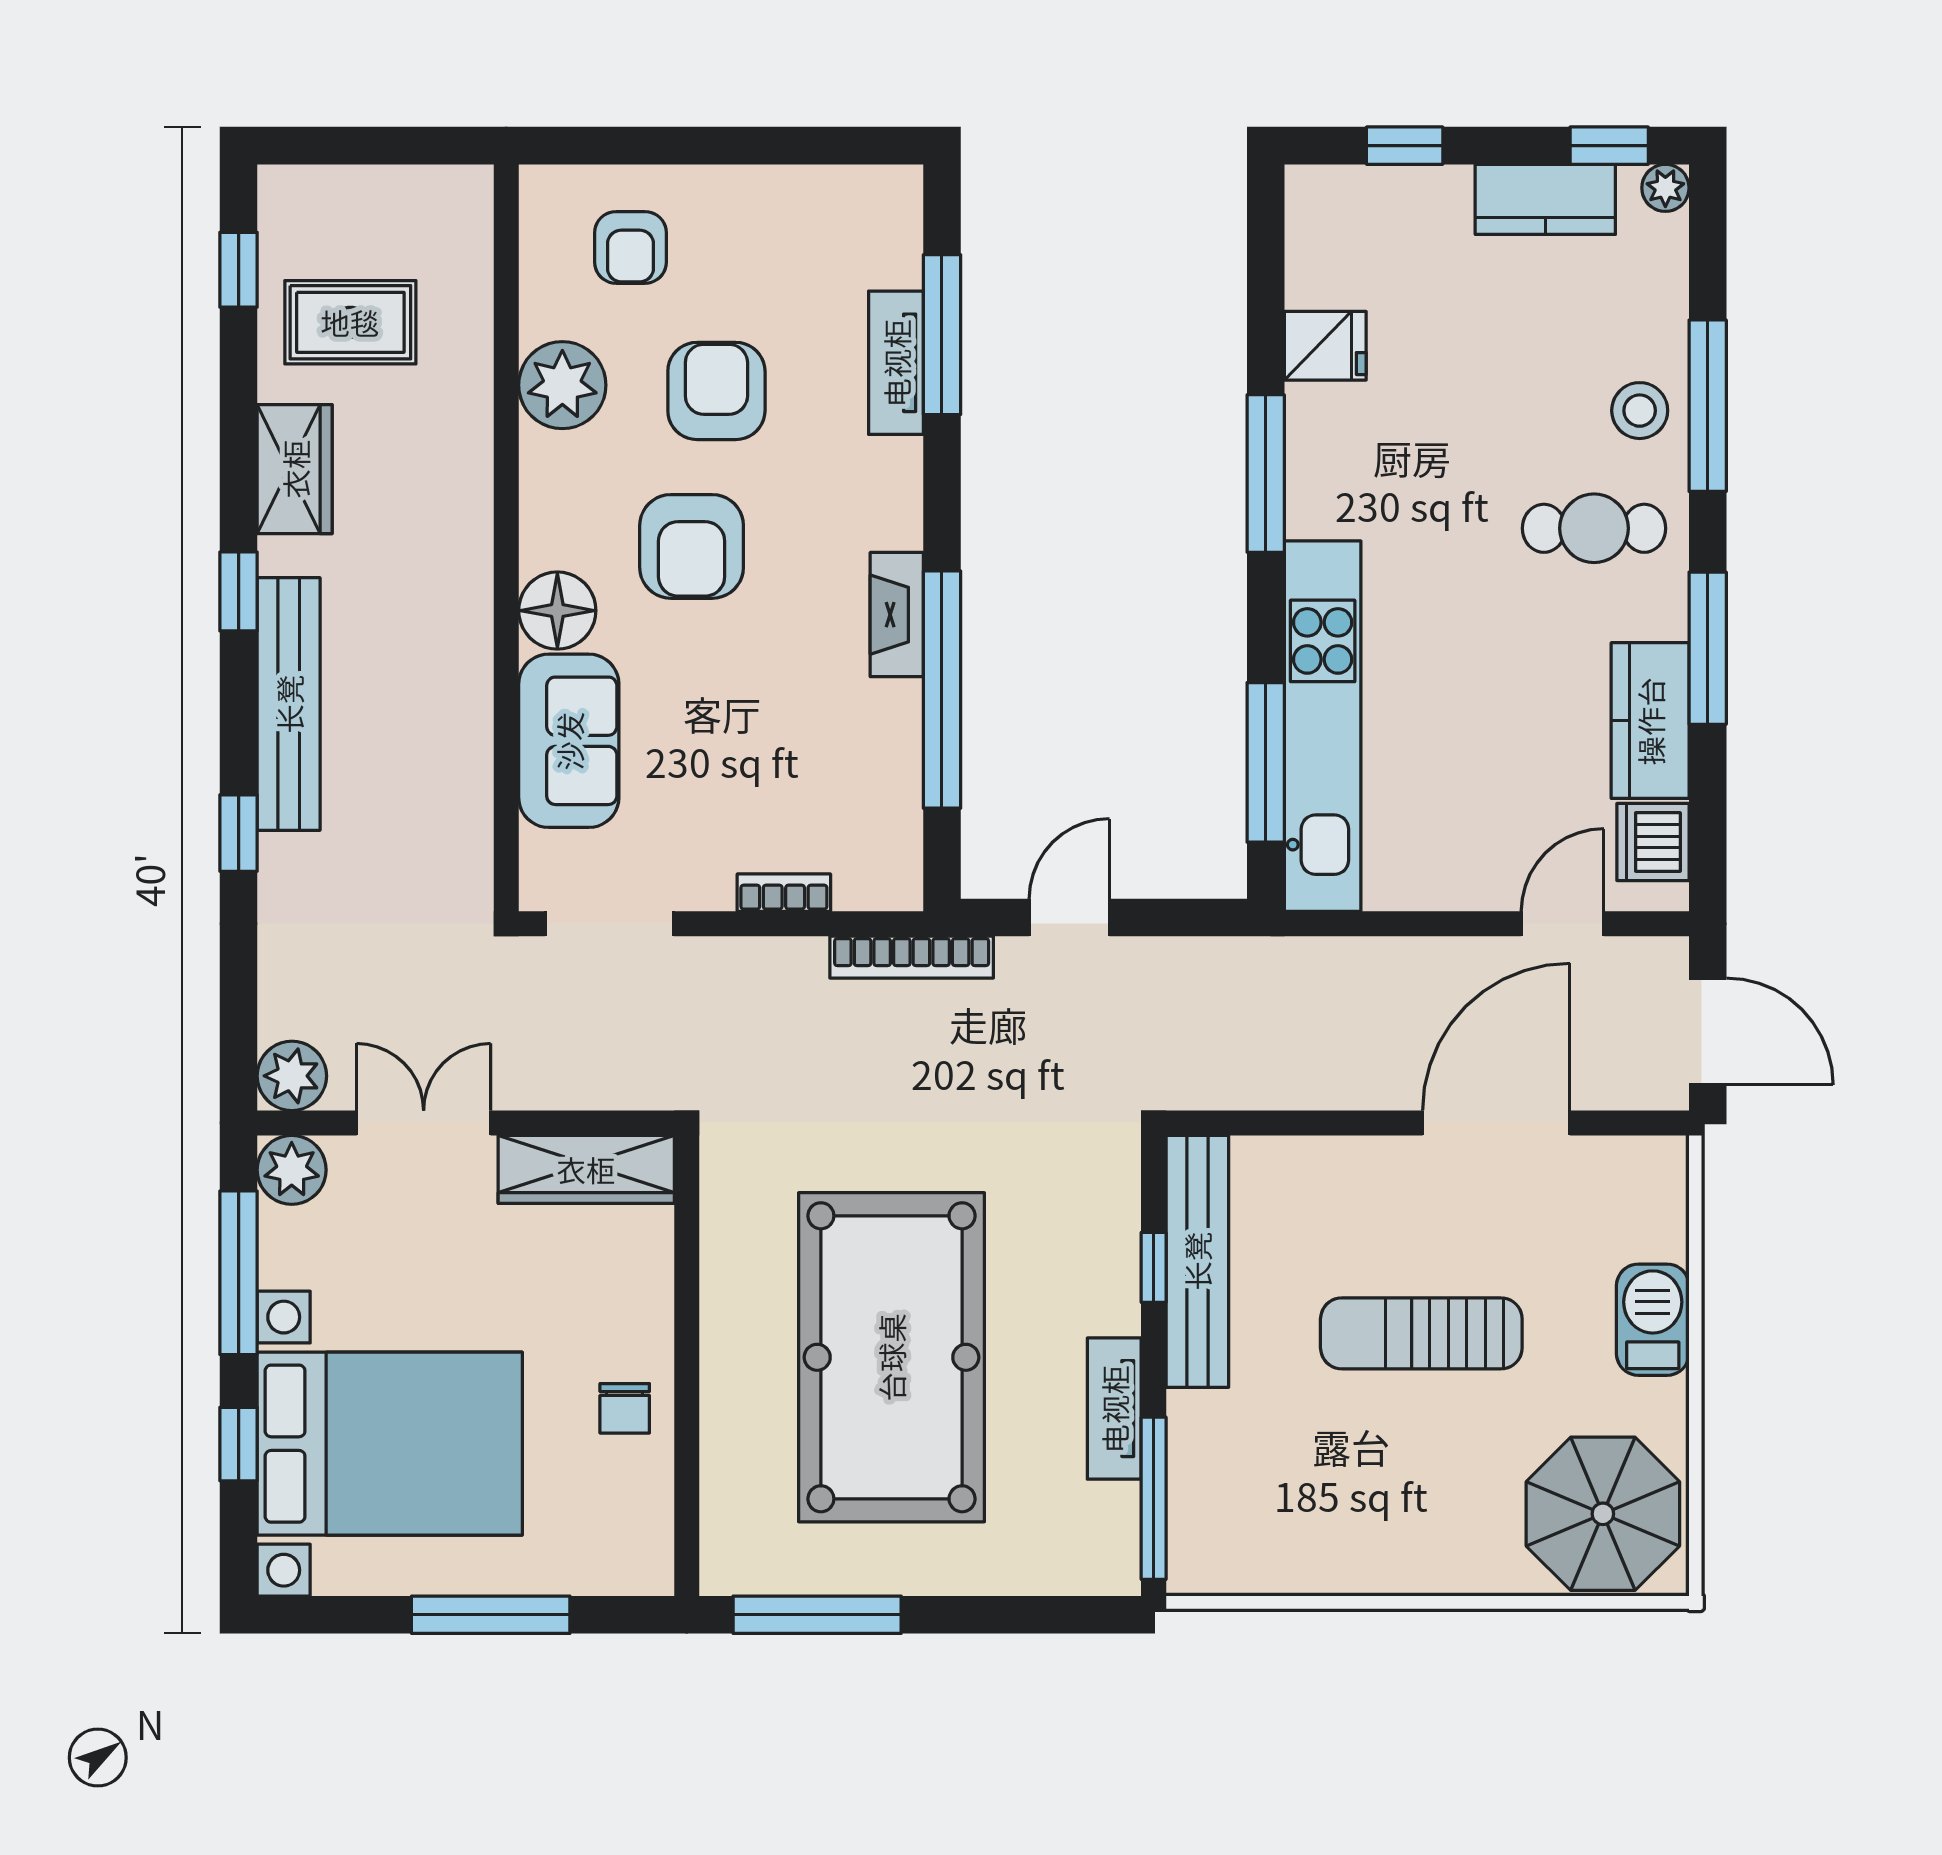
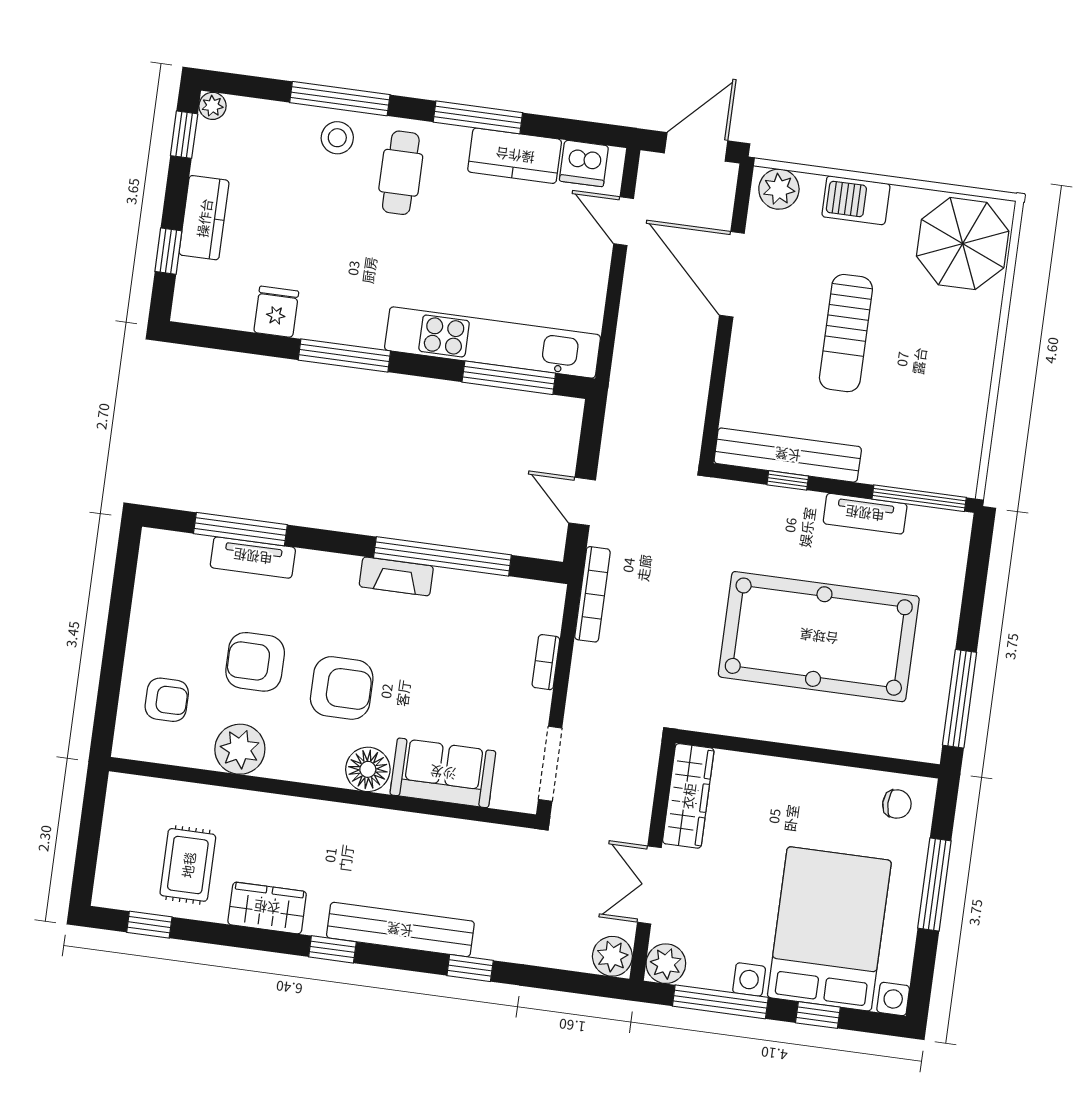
kitchen counter: (1545, 199) -> (204, 218), moved
plant: (1654, 1184) -> (779, 189), added
chair: (625, 1408) -> (897, 804), moved

